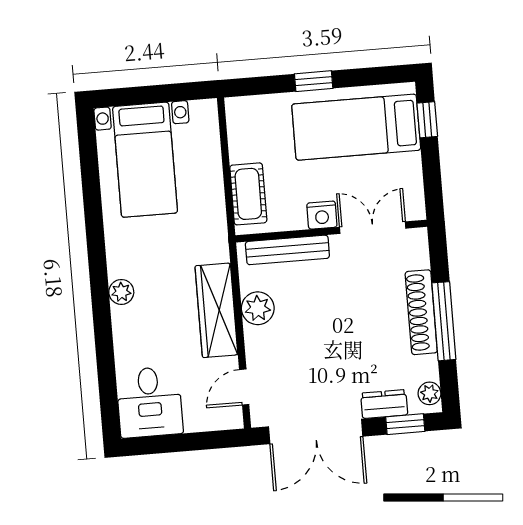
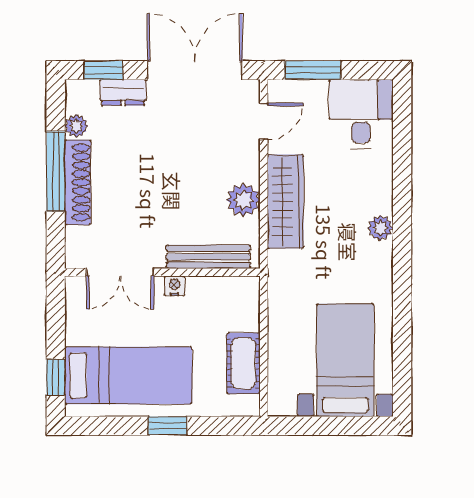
cot: (248, 194) -> (243, 363), moved
nightstand: (322, 215) -> (175, 286), width x0.72, depth x0.74
plant: (429, 393) -> (76, 126), moved
window: (200, 441) -> (313, 70), added

